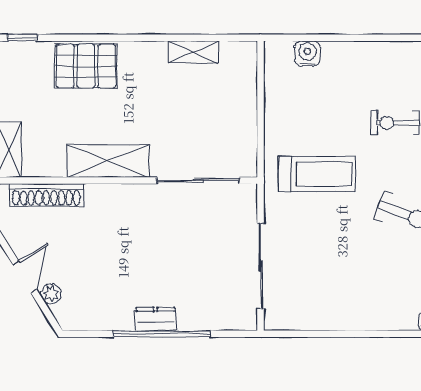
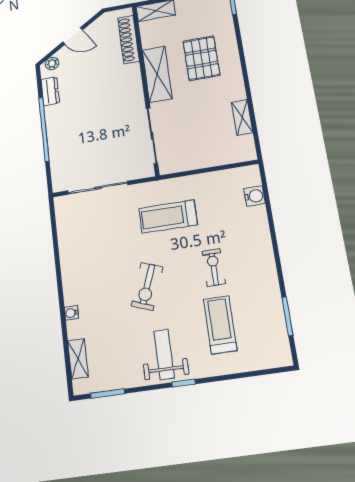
pallet: (86, 66) -> (201, 58), moved
treadmill: (317, 174) -> (168, 216), turned 90
plant: (51, 294) -> (52, 64), moved
dresser: (156, 319) -> (50, 91), moved

